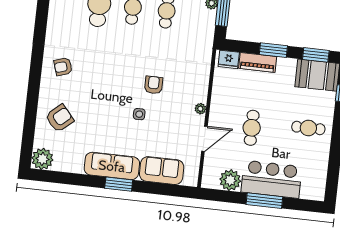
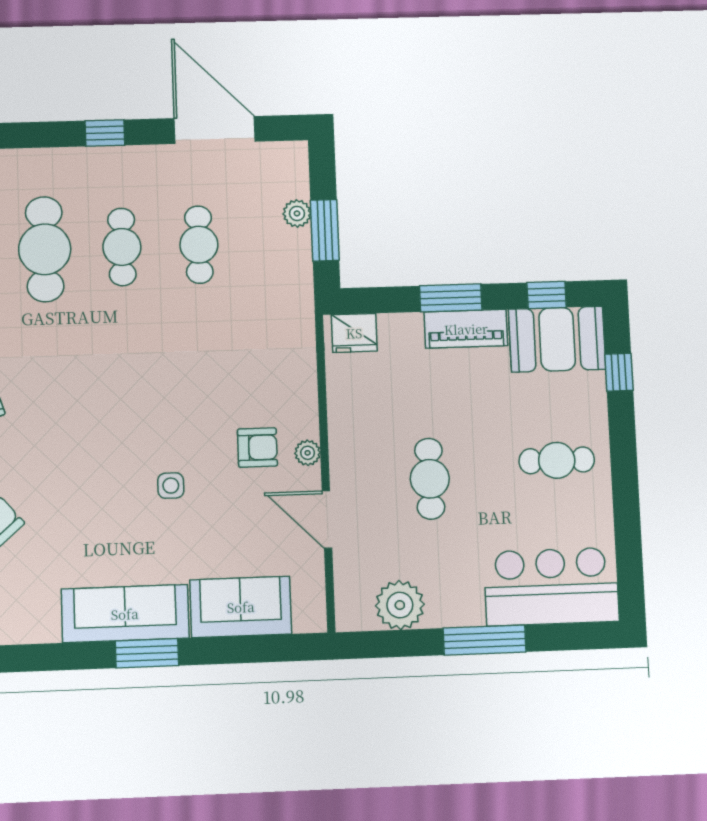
window: (316, 55) -> (547, 295), width x0.67
piano: (258, 62) -> (466, 329), moved
armchair: (154, 85) -> (257, 448), moved, turned 90
door: (204, 139) -> (327, 519), swing flipped
bar counter: (271, 179) -> (551, 587), moved

